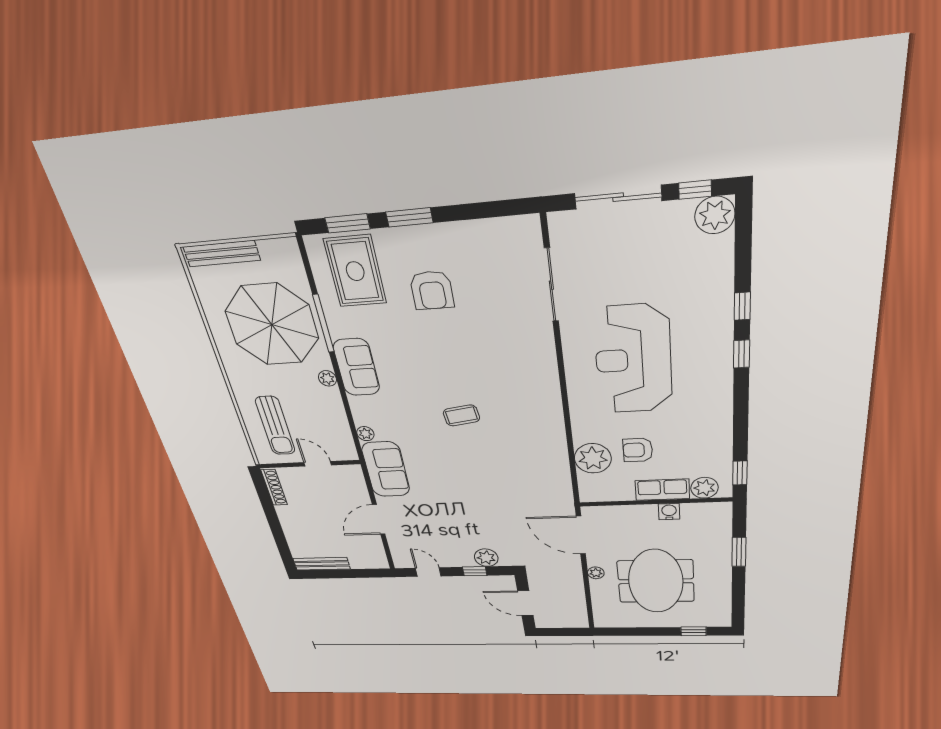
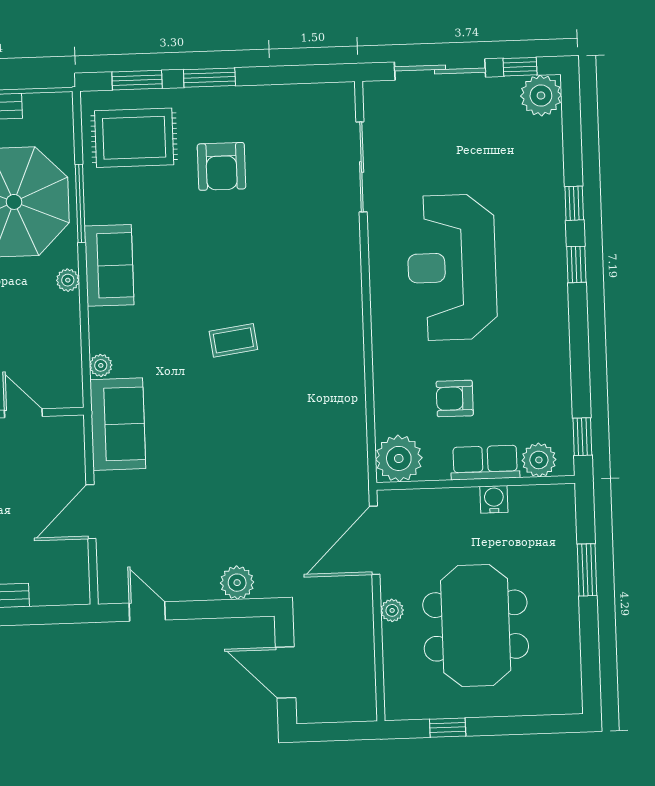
rug: (355, 271) -> (134, 138), turned 90
plant: (593, 458) -> (399, 458), moved
door: (581, 535) -> (375, 540), hinge flipped
window: (475, 571) -> (217, 609), removed
window: (694, 631) -> (448, 728), moved

